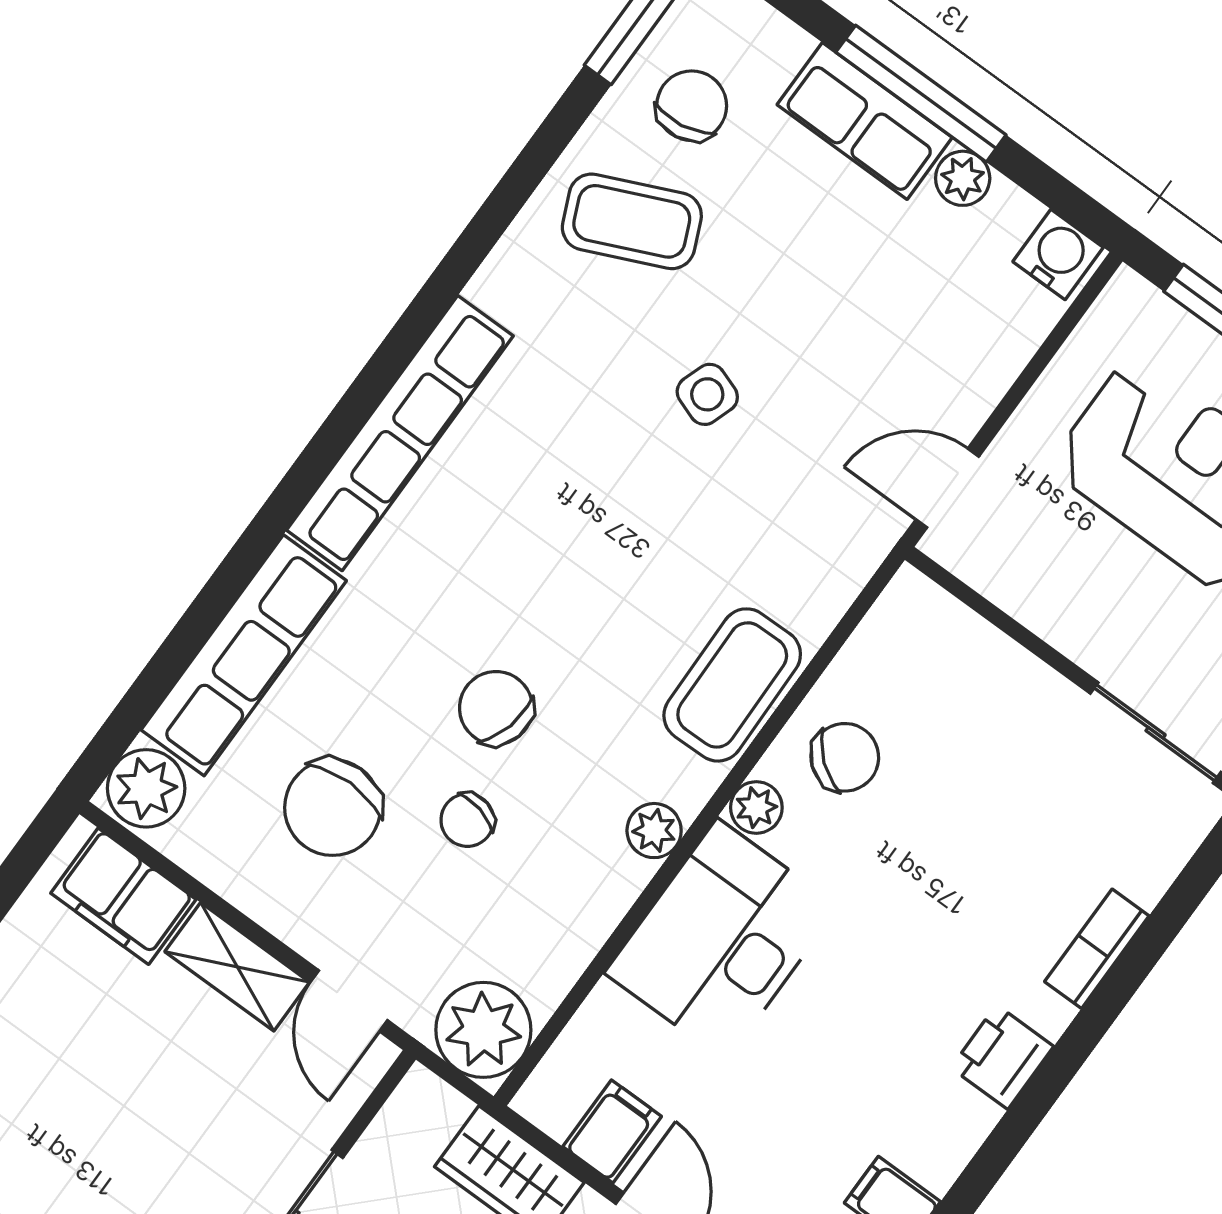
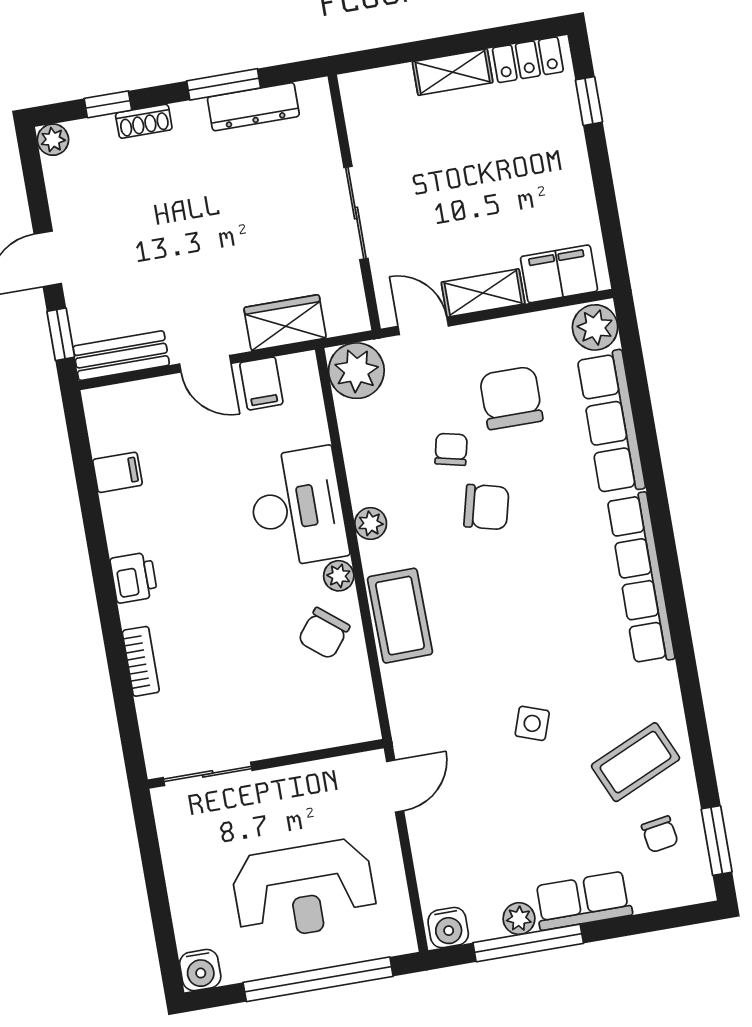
window: (921, 94) -> (528, 943), moved
chair: (692, 106) -> (660, 834), width x0.73, depth x0.73

